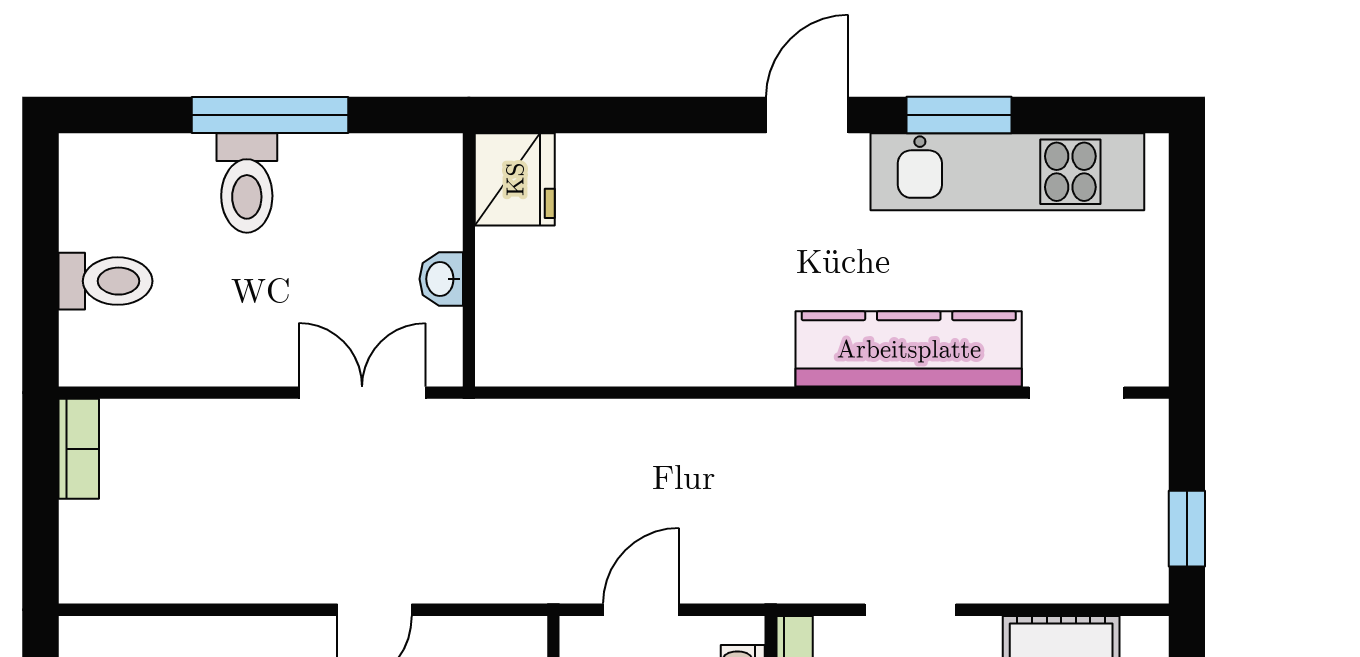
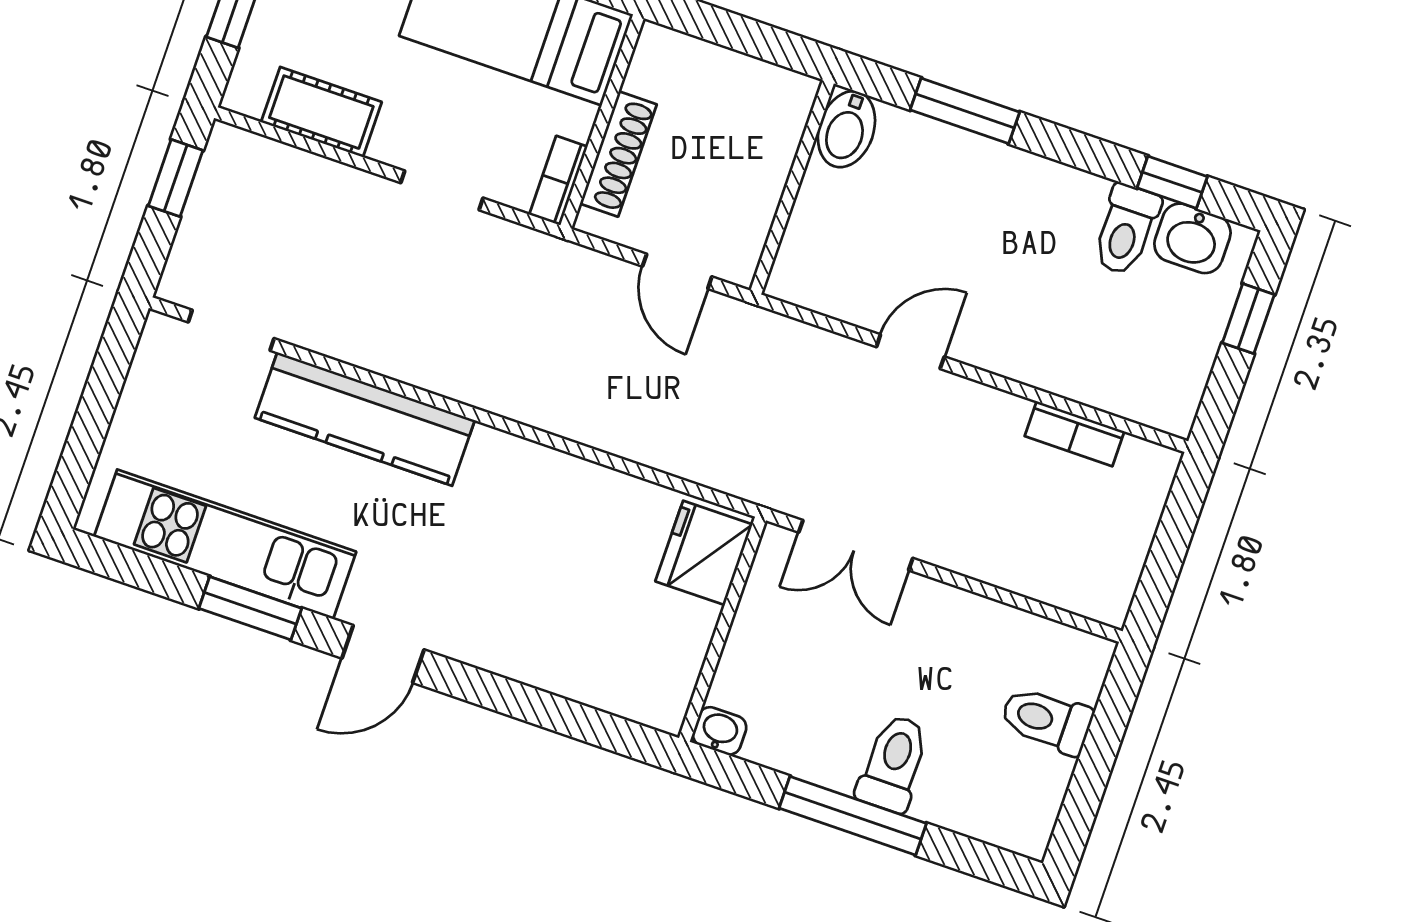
fridge: (515, 179) -> (704, 553), moved
washbasin: (441, 279) -> (720, 731), moved, turned -90
bookcase: (79, 449) -> (1074, 434), moved, turned -90
door: (641, 610) -> (677, 271), hinge flipped

